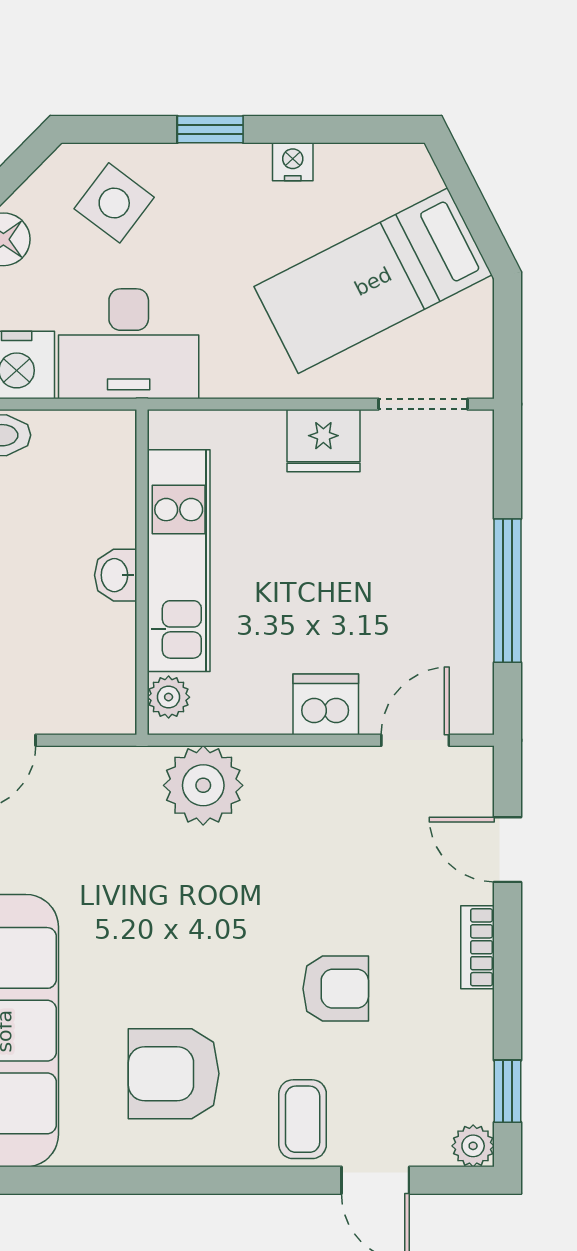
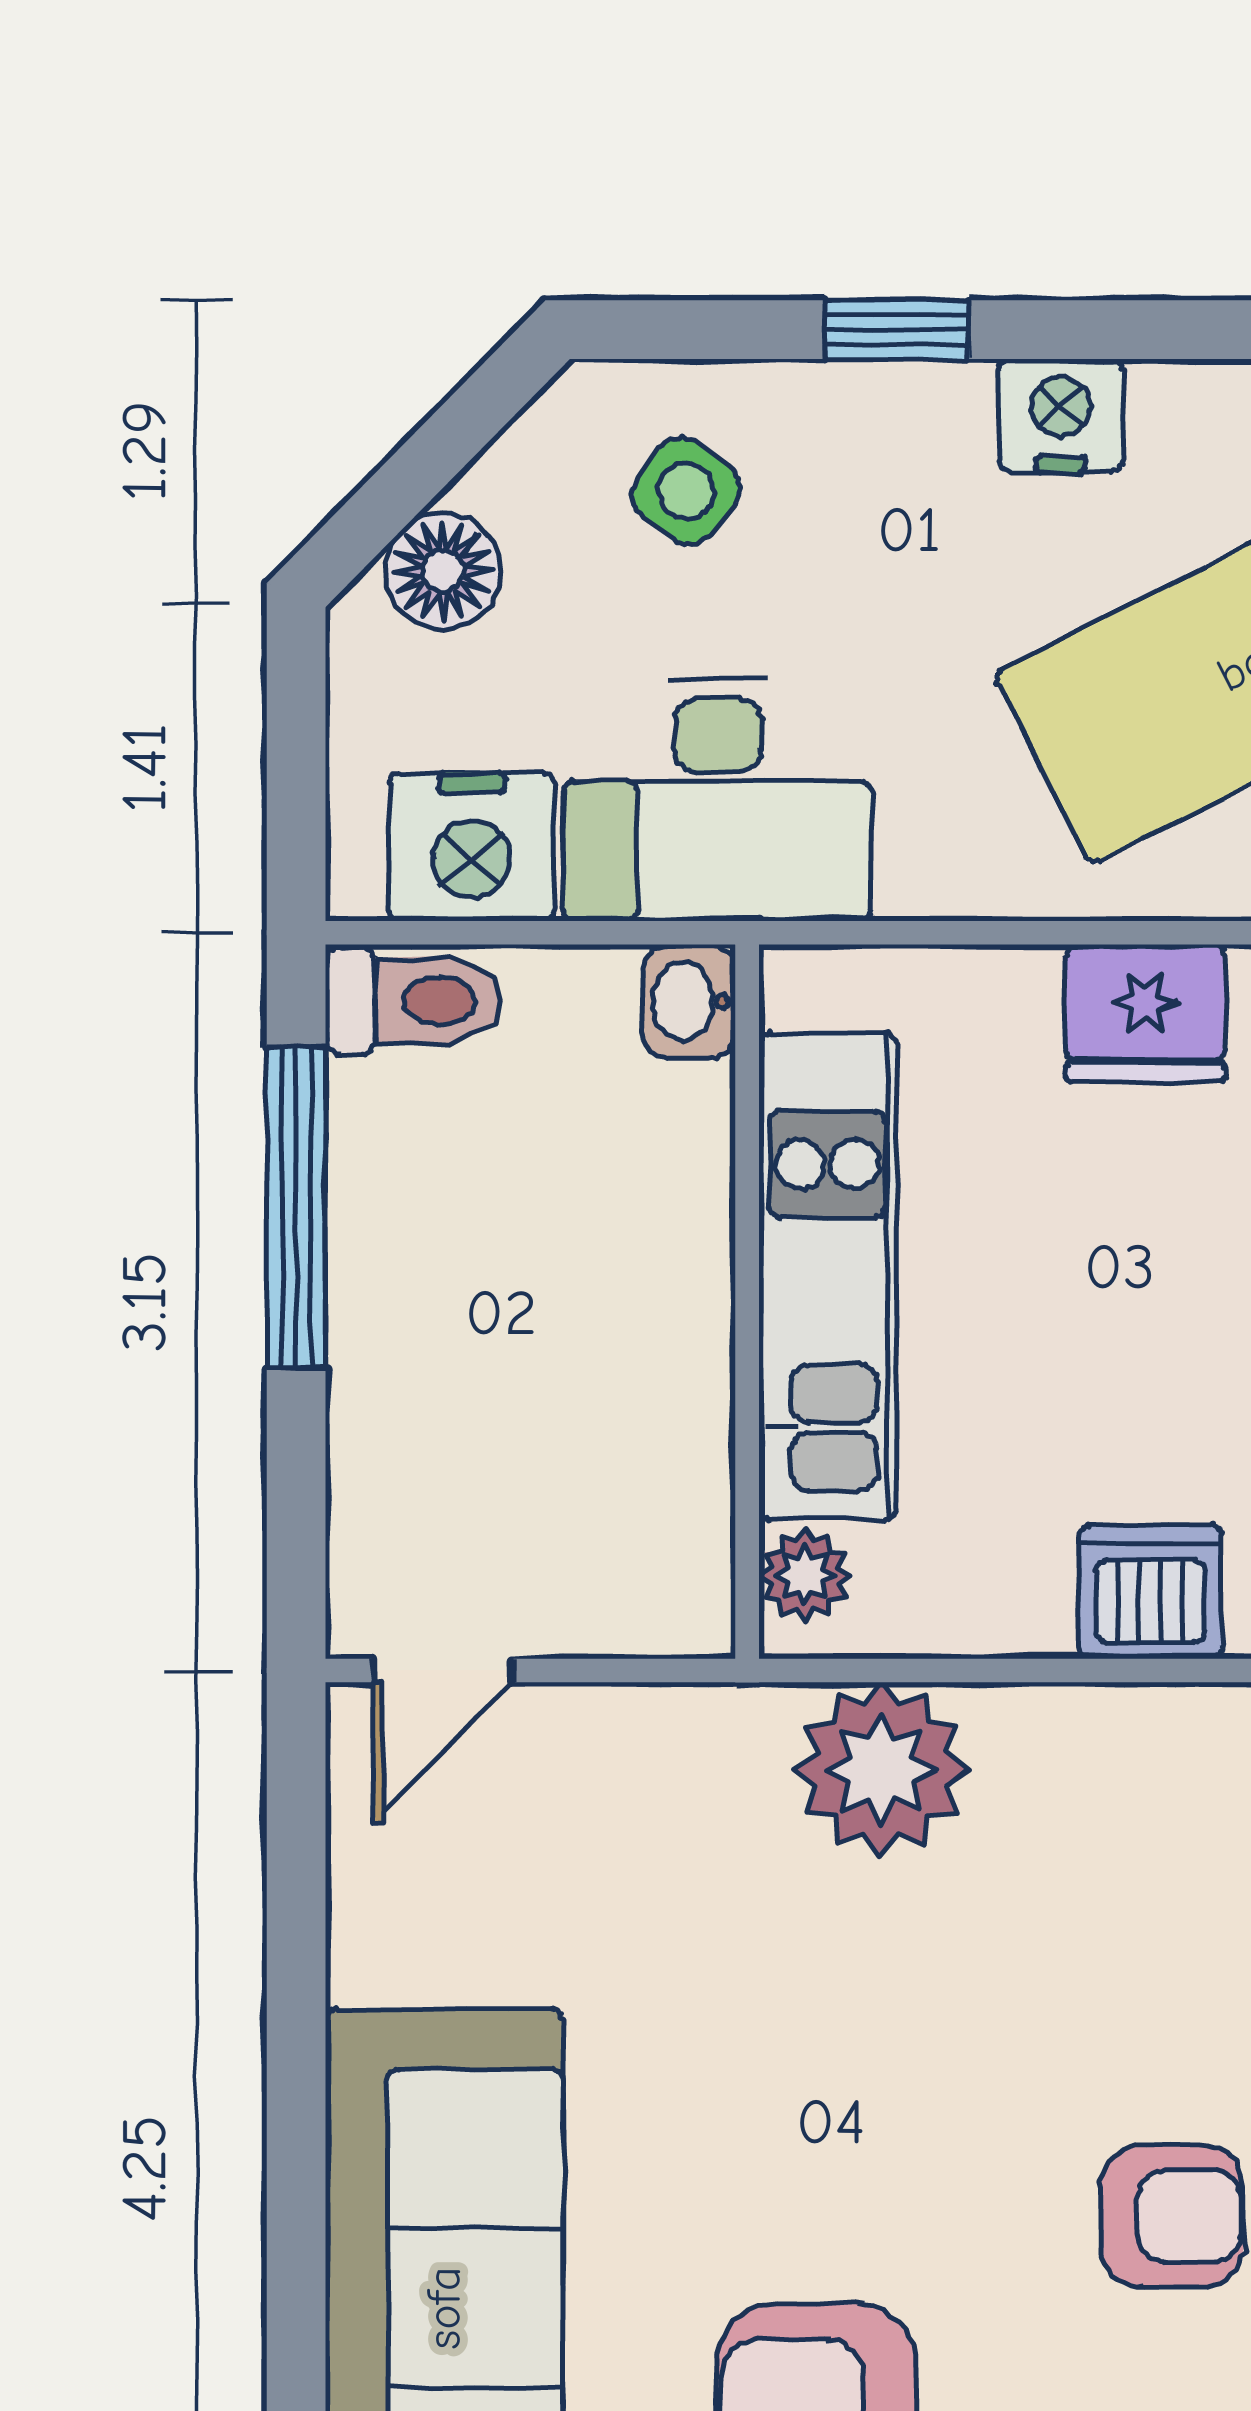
nightstand: (293, 162) -> (1061, 416), width x1.39, depth x1.35
side table: (114, 203) -> (686, 491), width x0.73, depth x0.73
washbasin: (116, 575) -> (689, 1002), moved

